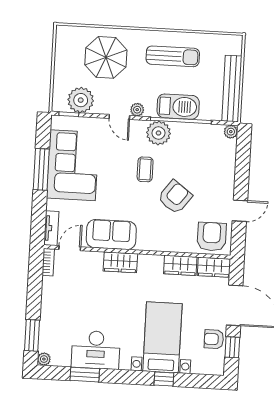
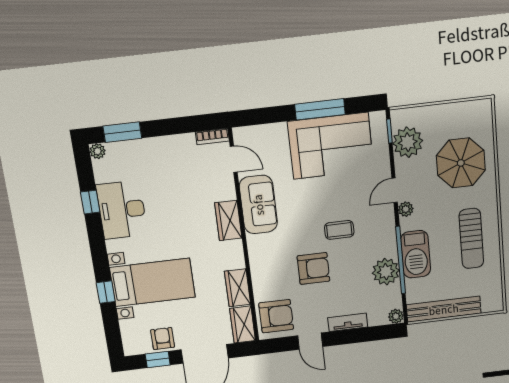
plant: (158, 133) -> (386, 272), moved
armchair: (175, 197) -> (313, 269), turned -37
tv unit: (51, 228) -> (348, 322), moved, turned 180
window: (85, 375) -> (90, 202), width x0.67

